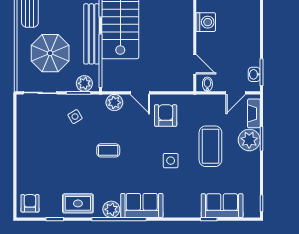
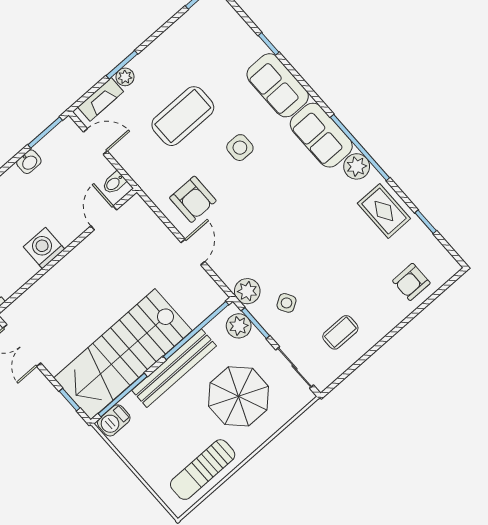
washbasin: (254, 74) -> (29, 162), moved
plant: (114, 103) -> (247, 291), moved
armchair: (166, 115) -> (193, 199), turned -90
plant: (249, 140) -> (125, 77), width x0.53, depth x0.53
coffee table: (108, 150) -> (340, 332), moved, turned 90
armchair: (30, 203) -> (411, 282), moved
sofa: (222, 206) -> (278, 85), moved

